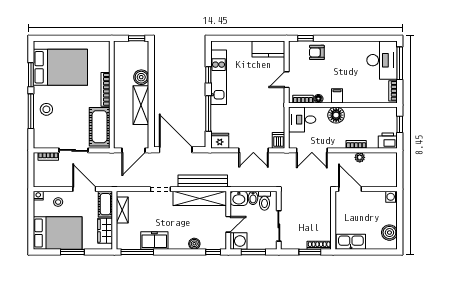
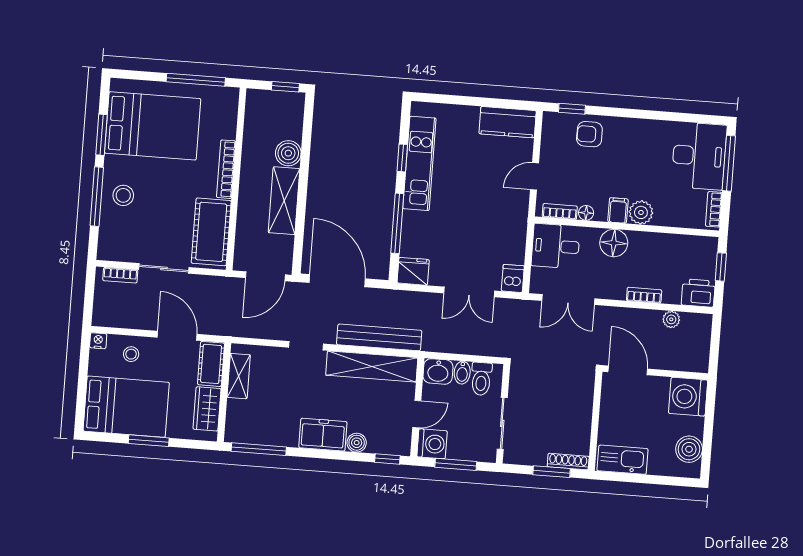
window: (84, 38) -> (196, 80), added
plant: (351, 96) -> (641, 212), added
plant: (360, 157) -> (671, 319), moved
washing machine: (392, 197) -> (688, 397), width x1.89, depth x1.89
freezer: (154, 241) -> (323, 435), moved

